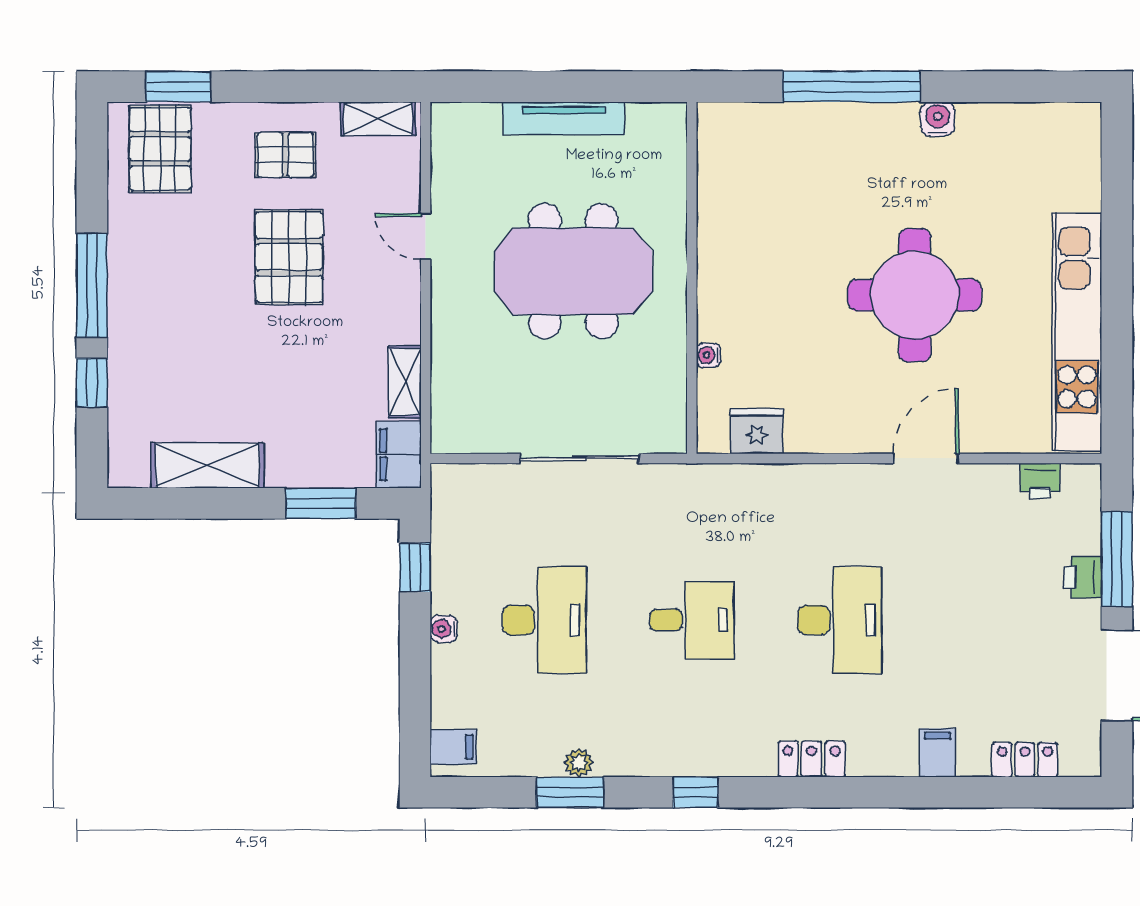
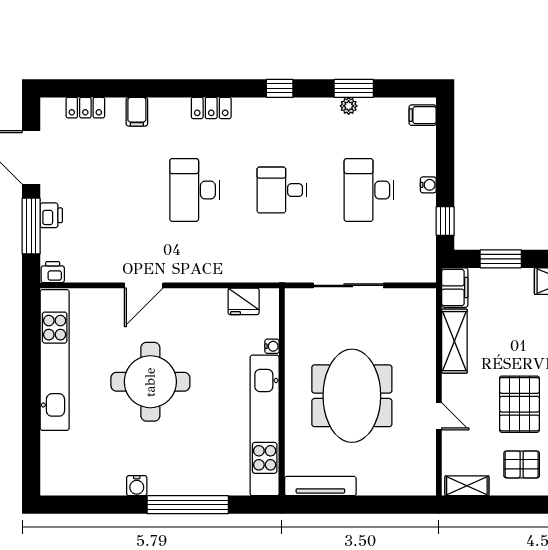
tv unit: (564, 118) -> (320, 486), moved
kitchen unit: (721, 221) -> (265, 425), added
meeting table: (573, 271) -> (352, 396), turned 90
shelving: (405, 382) -> (454, 341), width x1.50, depth x1.33
printer: (1040, 481) -> (53, 272), moved

